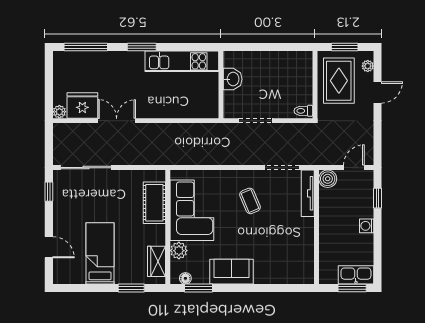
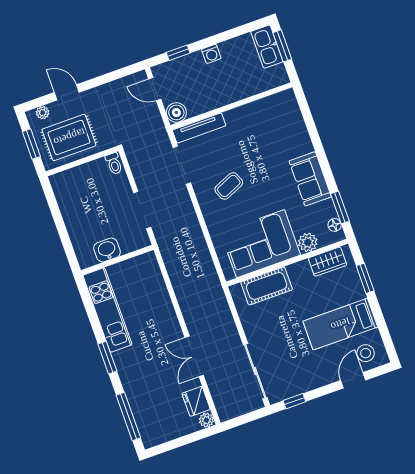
fridge: (82, 105) -> (196, 401), width x0.73, depth x0.75
stool: (68, 266) -> (366, 353), added

